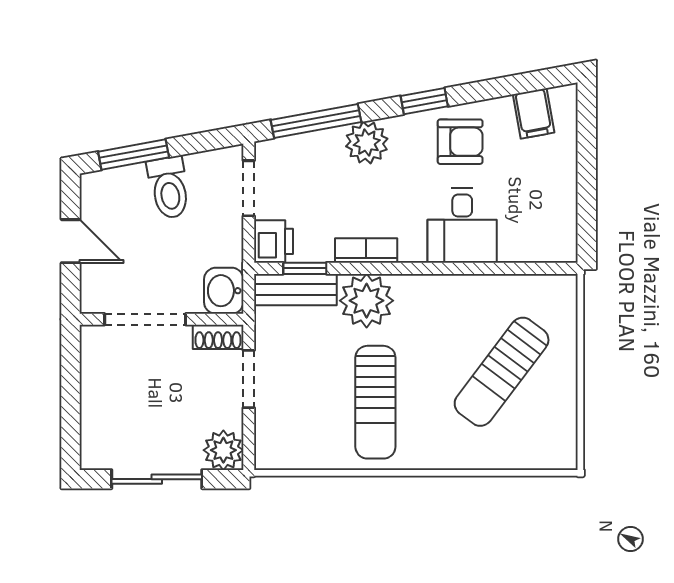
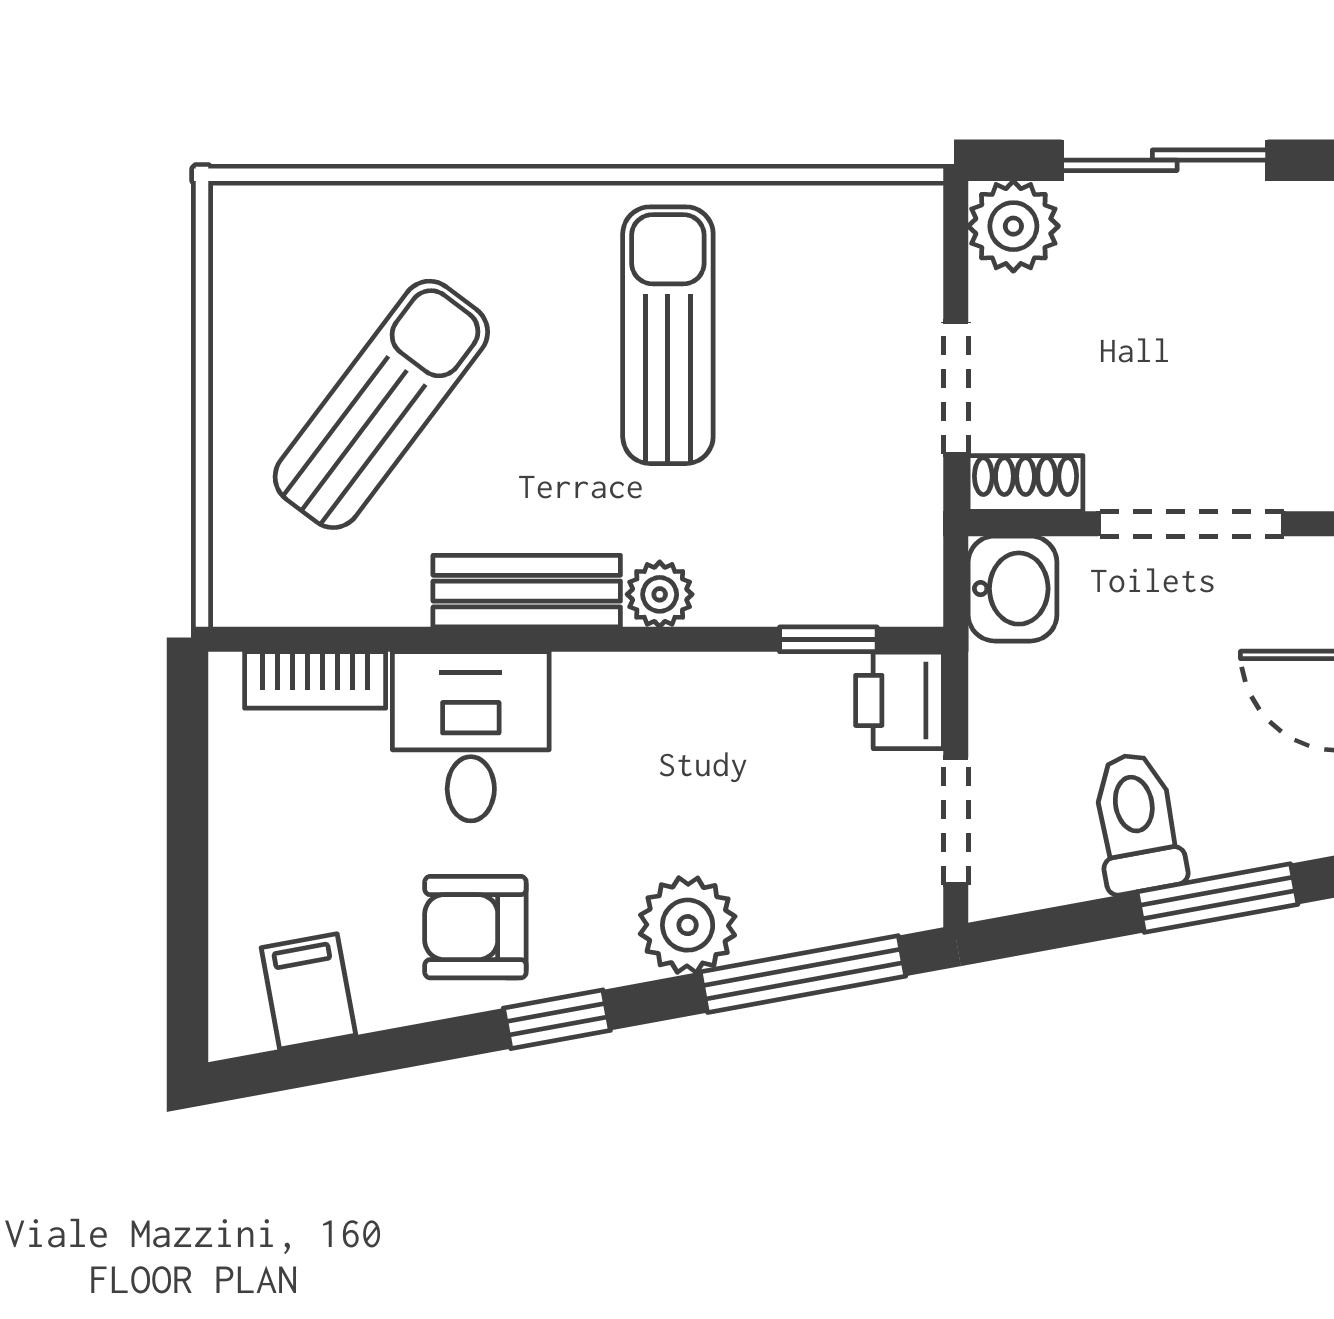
bookcase: (366, 250) -> (315, 680), moved
bench: (295, 290) -> (527, 591), moved
plant: (367, 301) -> (660, 594), width x0.53, depth x0.53

